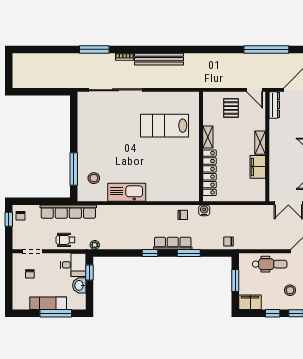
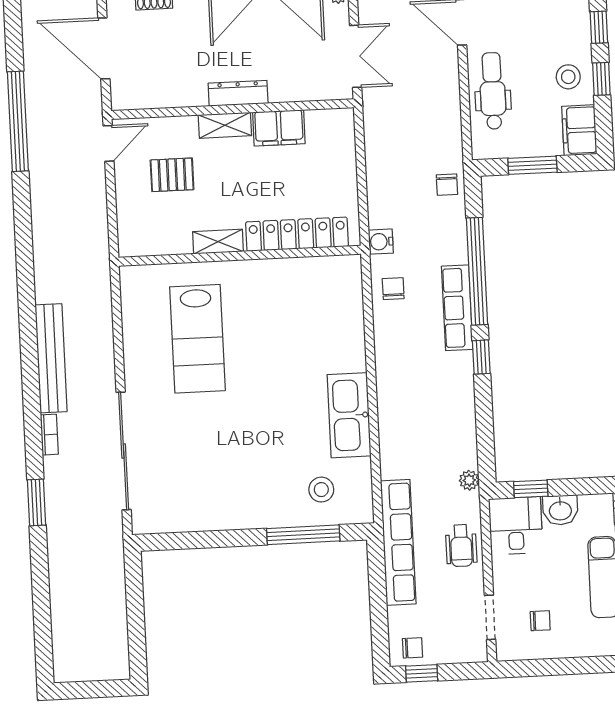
window: (94, 49) -> (37, 502), width x0.69
dresser: (274, 105) -> (238, 93), moved
pallet: (231, 108) -> (172, 175), moved
window: (189, 253) -> (477, 271), width x2.11
stool: (290, 290) -> (568, 77), moved

